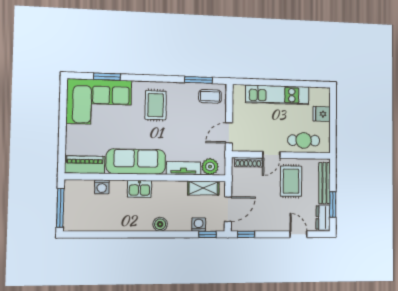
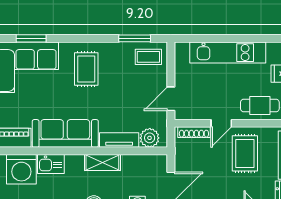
washing machine: (102, 187) -> (21, 169), width x1.89, depth x1.89
shelving: (203, 188) -> (102, 162), moved
kitchen sink: (139, 189) -> (51, 164), moved

